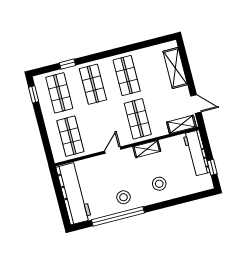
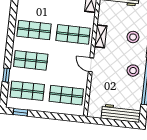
workbench: (74, 193) -> (121, 113), width x0.73, depth x0.76

